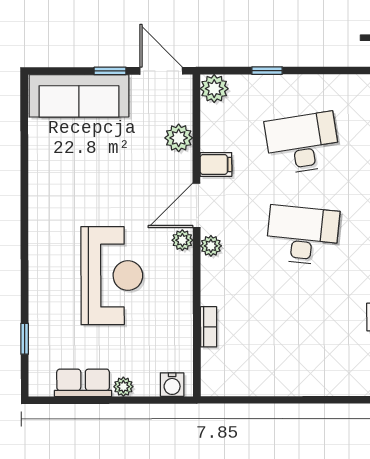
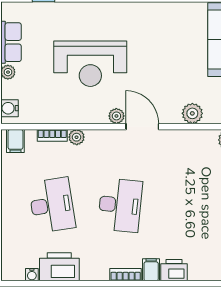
desk: (302, 143) -> (52, 205), moved
filing cabinet: (216, 164) -> (15, 141), moved
plant: (211, 246) -> (77, 137), moved

